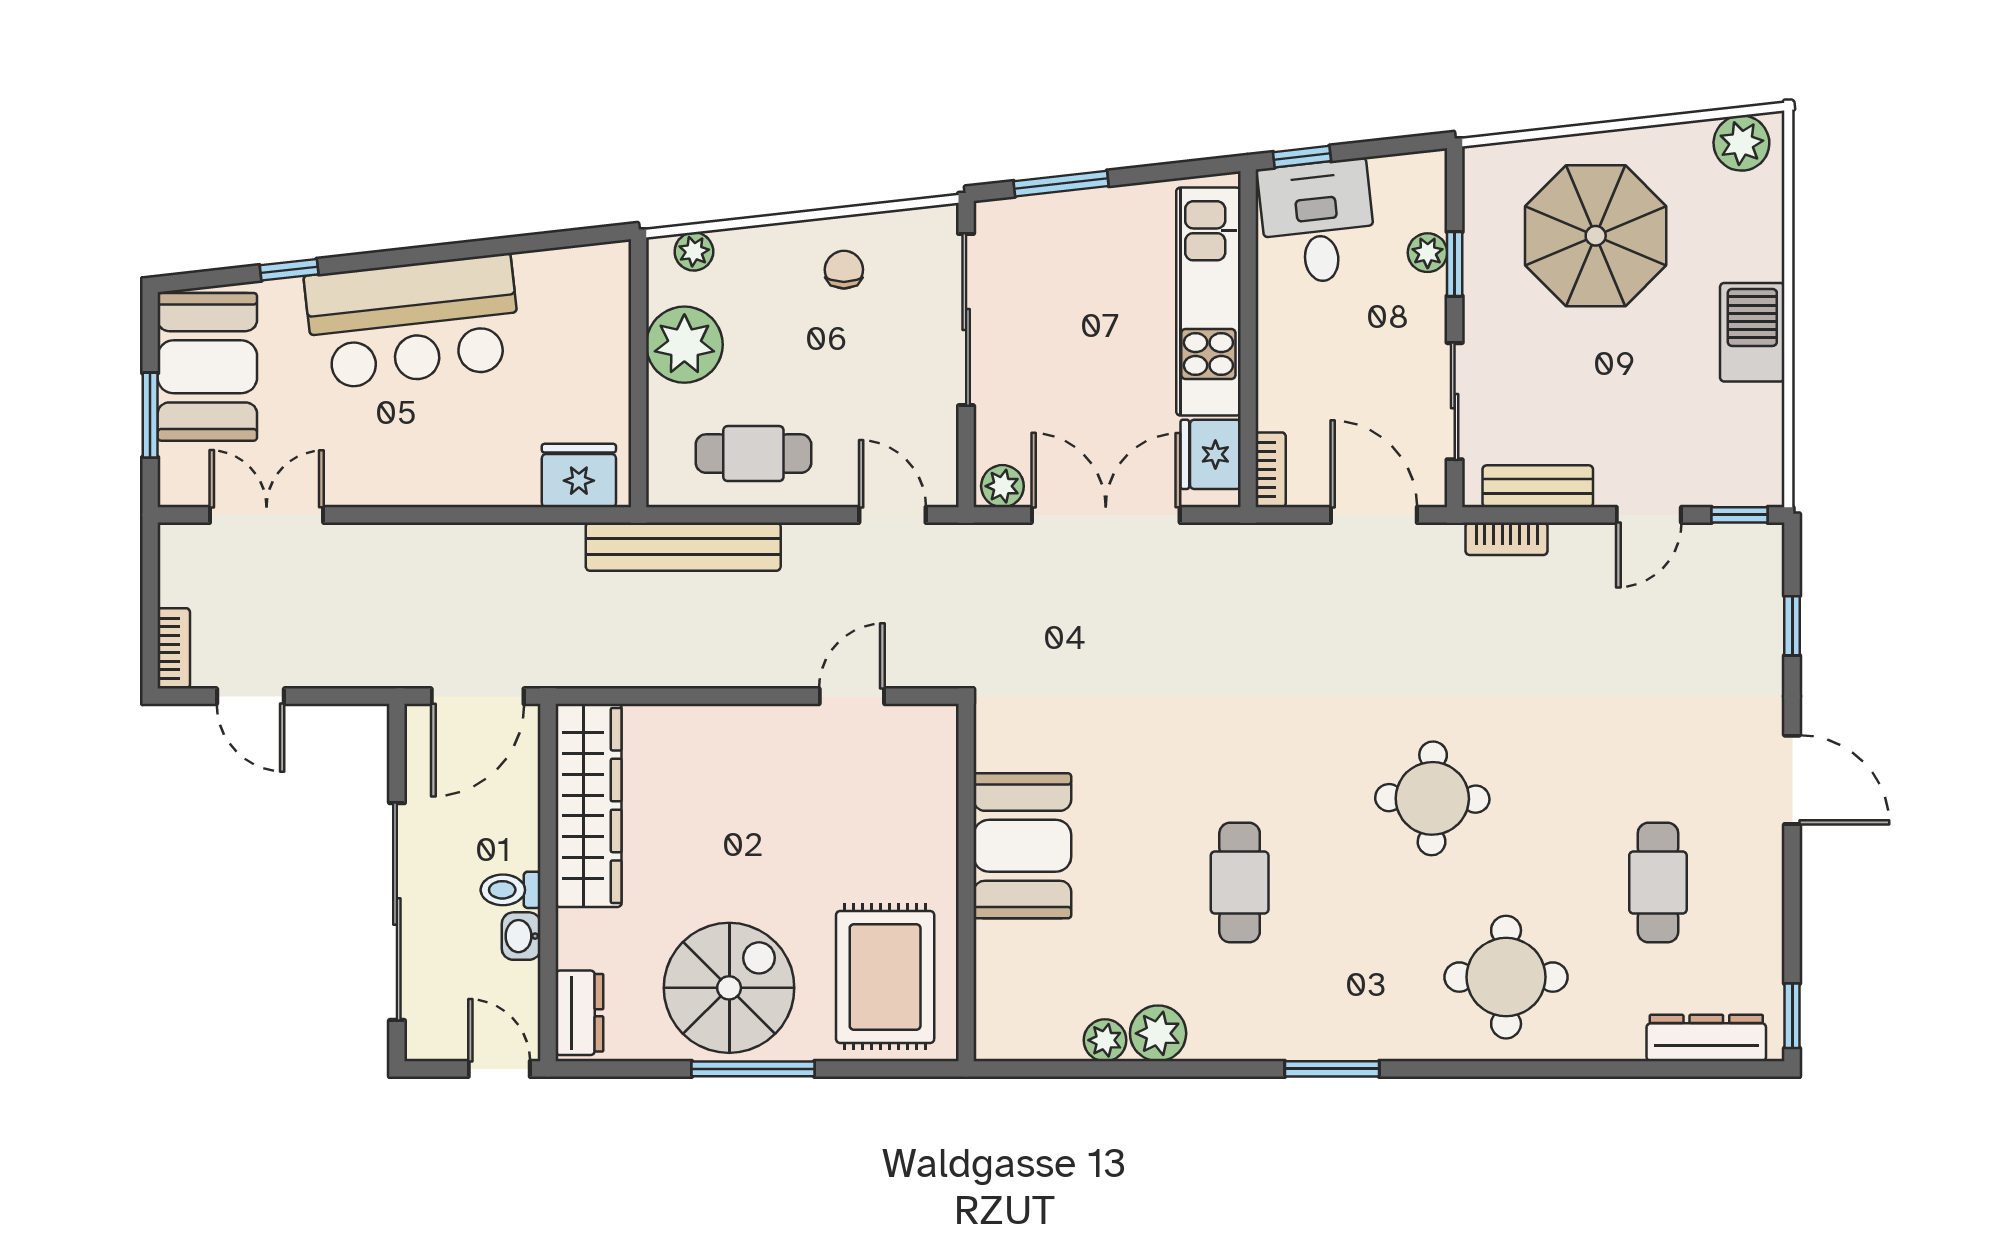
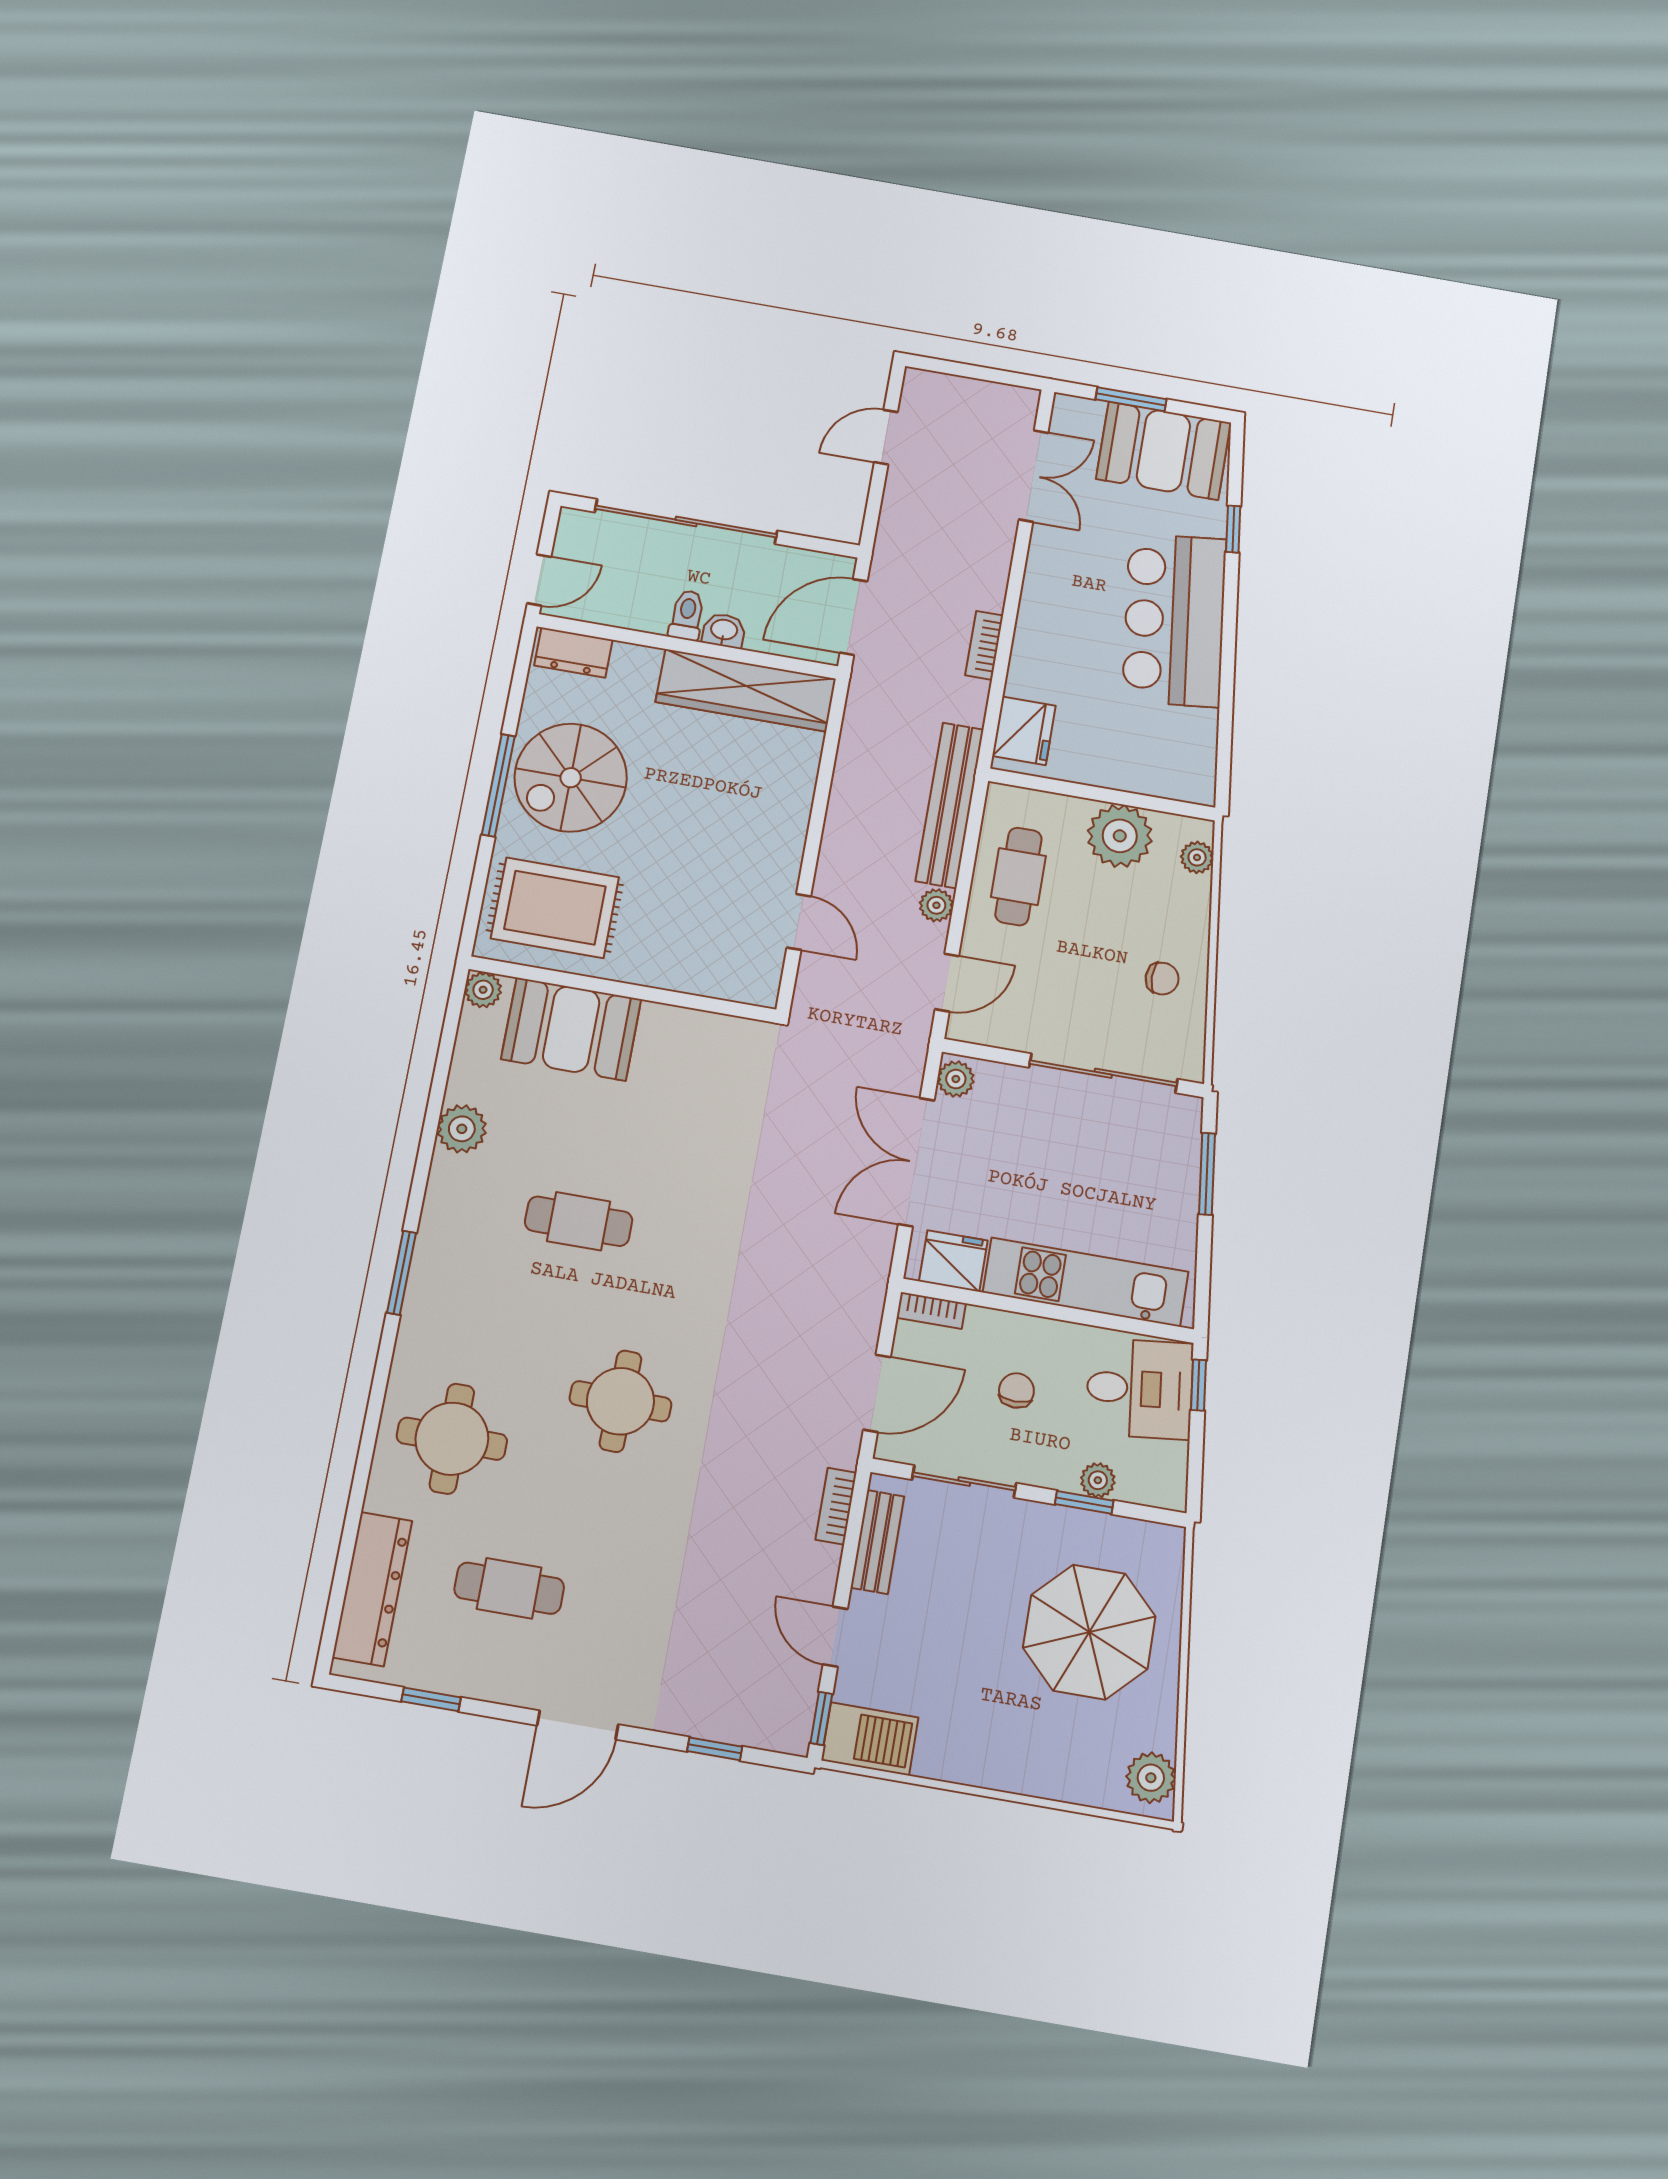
barbecue: (1752, 332) -> (870, 1739), moved
chair: (1344, 359) -> (1016, 1391), added
double door: (1106, 515) -> (916, 1162), swing flipped
plant: (804, 542) -> (936, 905), added
bookcase: (174, 648) -> (984, 645), moved, turned 90
door: (478, 696) -> (854, 617), hinge flipped
booth: (1022, 846) -> (571, 1029), moved
washbasin: (521, 936) -> (724, 630), moved
spiral stairs: (729, 988) -> (571, 778), turned 90
window: (1792, 1016) -> (431, 1699), moved
dresser: (1706, 1038) -> (372, 1589), width x1.37, depth x1.24
plant: (1105, 1040) -> (483, 990), moved

